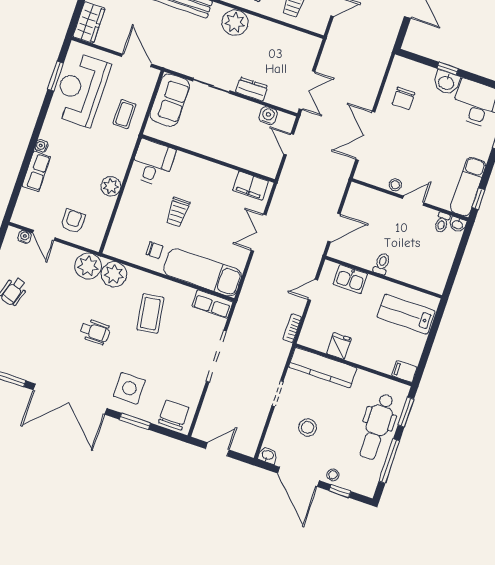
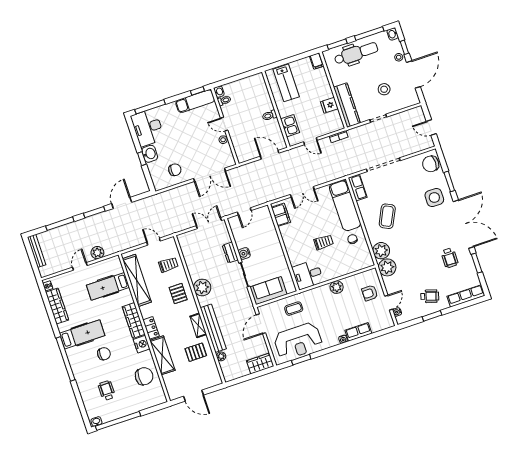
water cooler: (268, 116) -> (244, 253), moved
coffee table: (150, 314) -> (387, 216), turned -55
wheelchair: (95, 332) -> (450, 258), moved, turned 180
washbasin: (268, 455) -> (393, 34), moved

